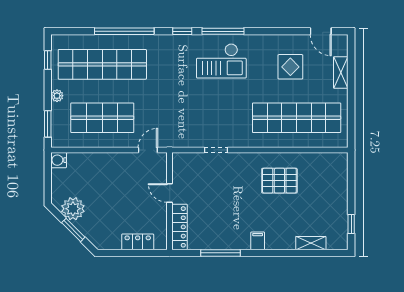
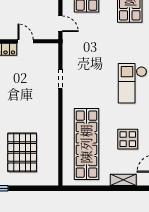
pallet: (279, 181) -> (22, 152), moved, width x1.37, depth x1.41
door: (170, 193) -> (26, 41), hinge flipped

